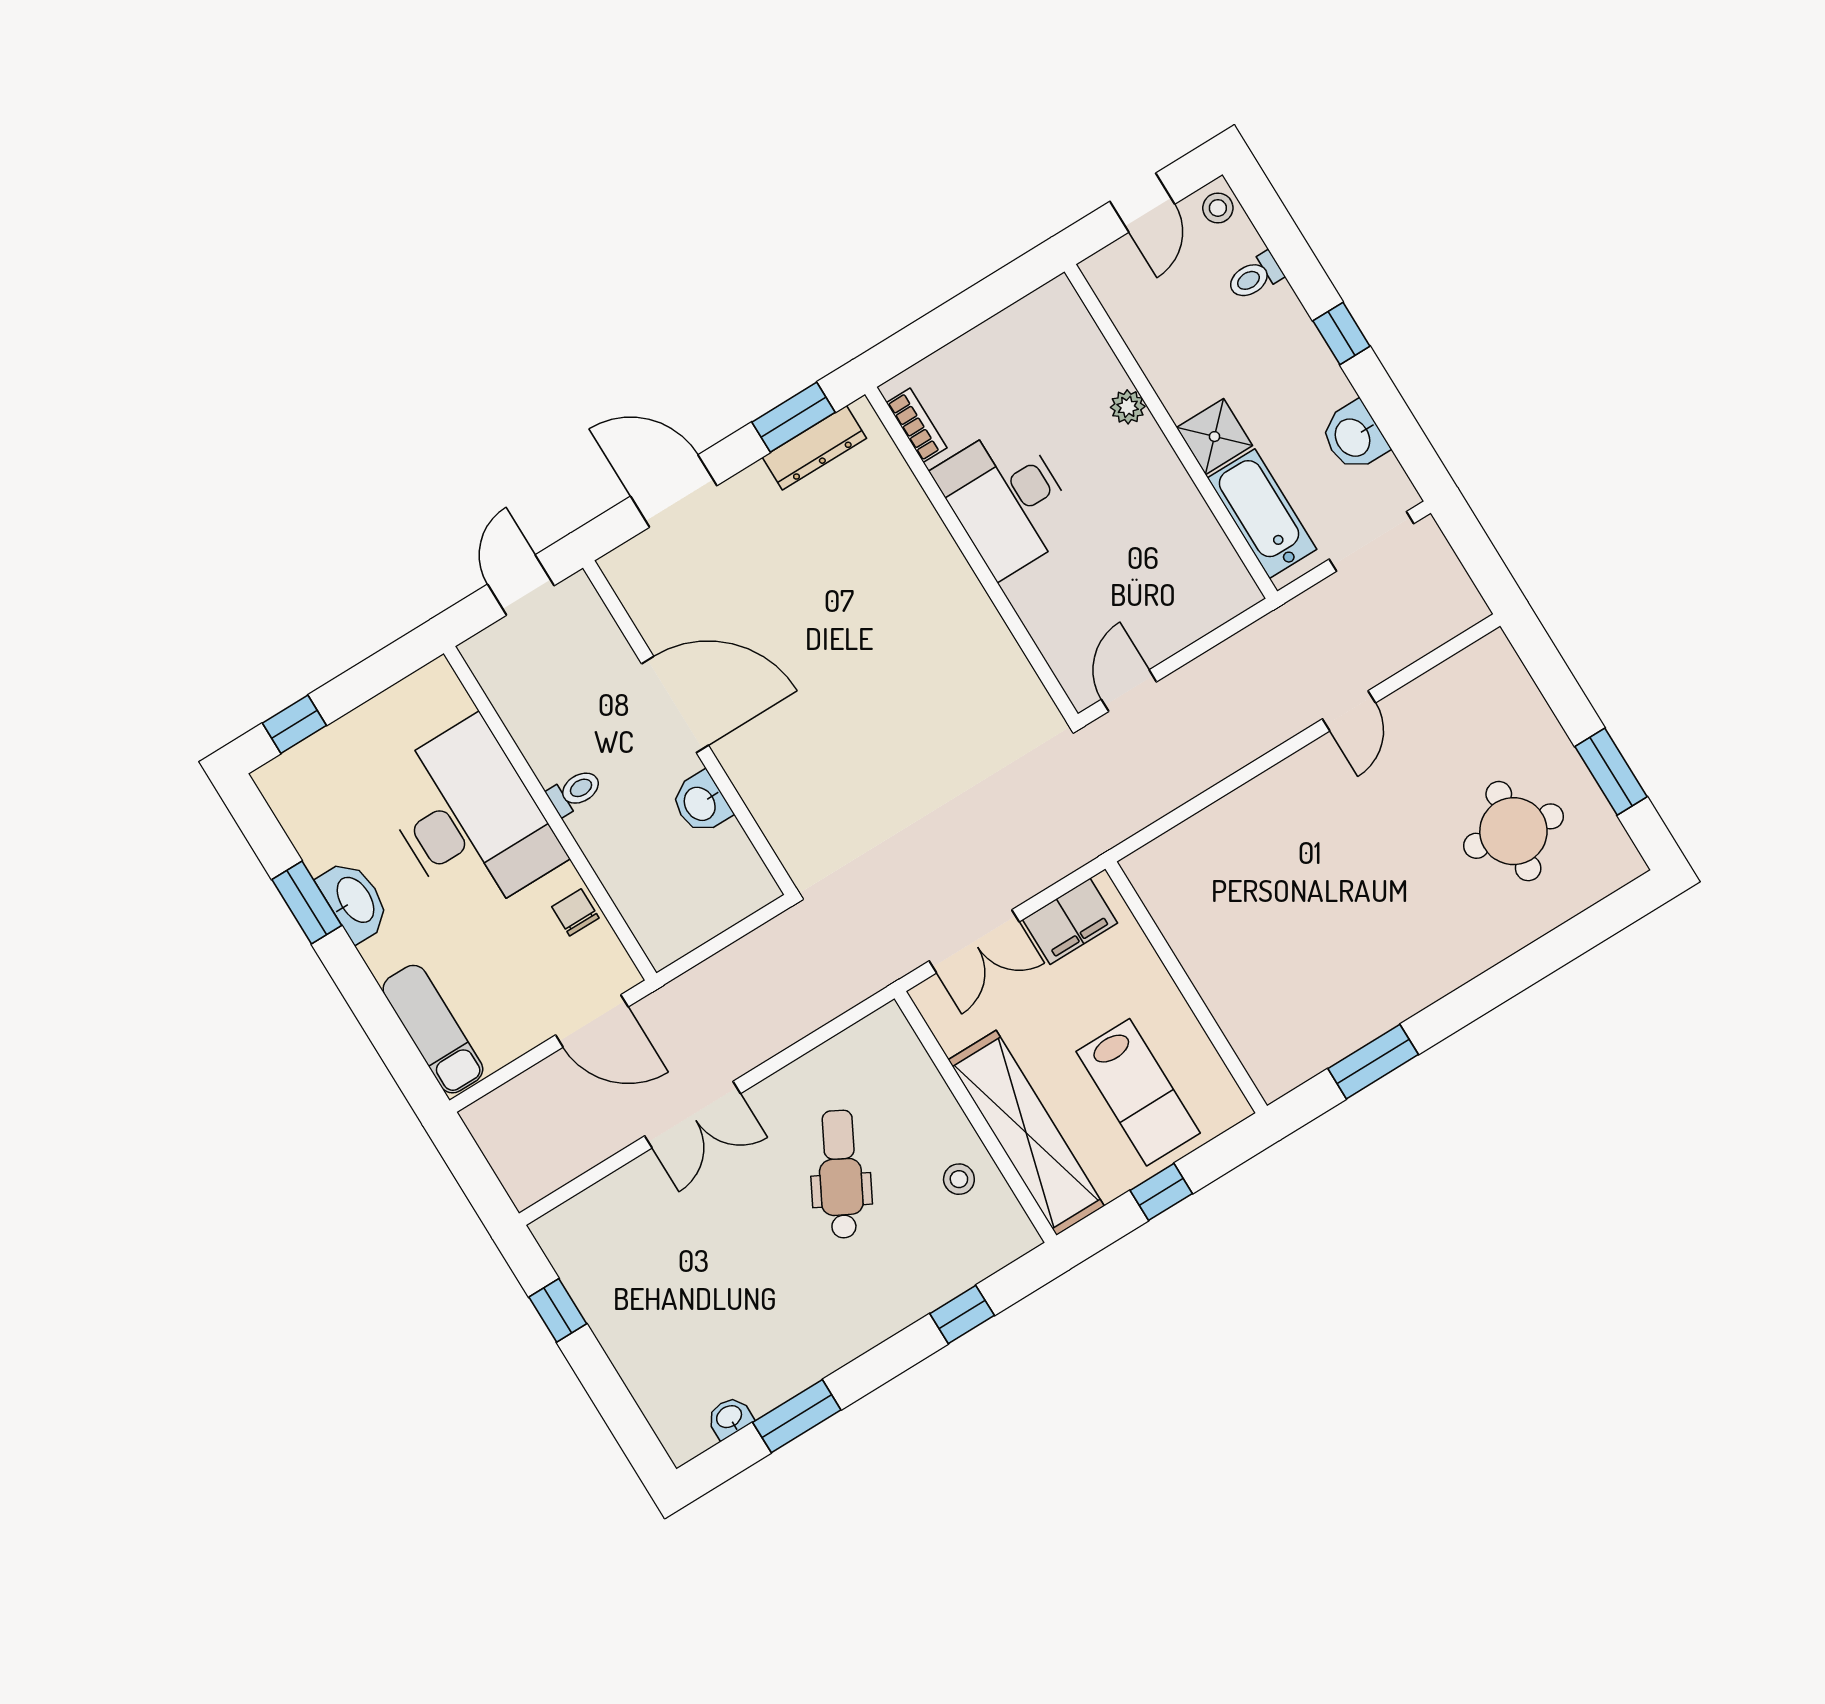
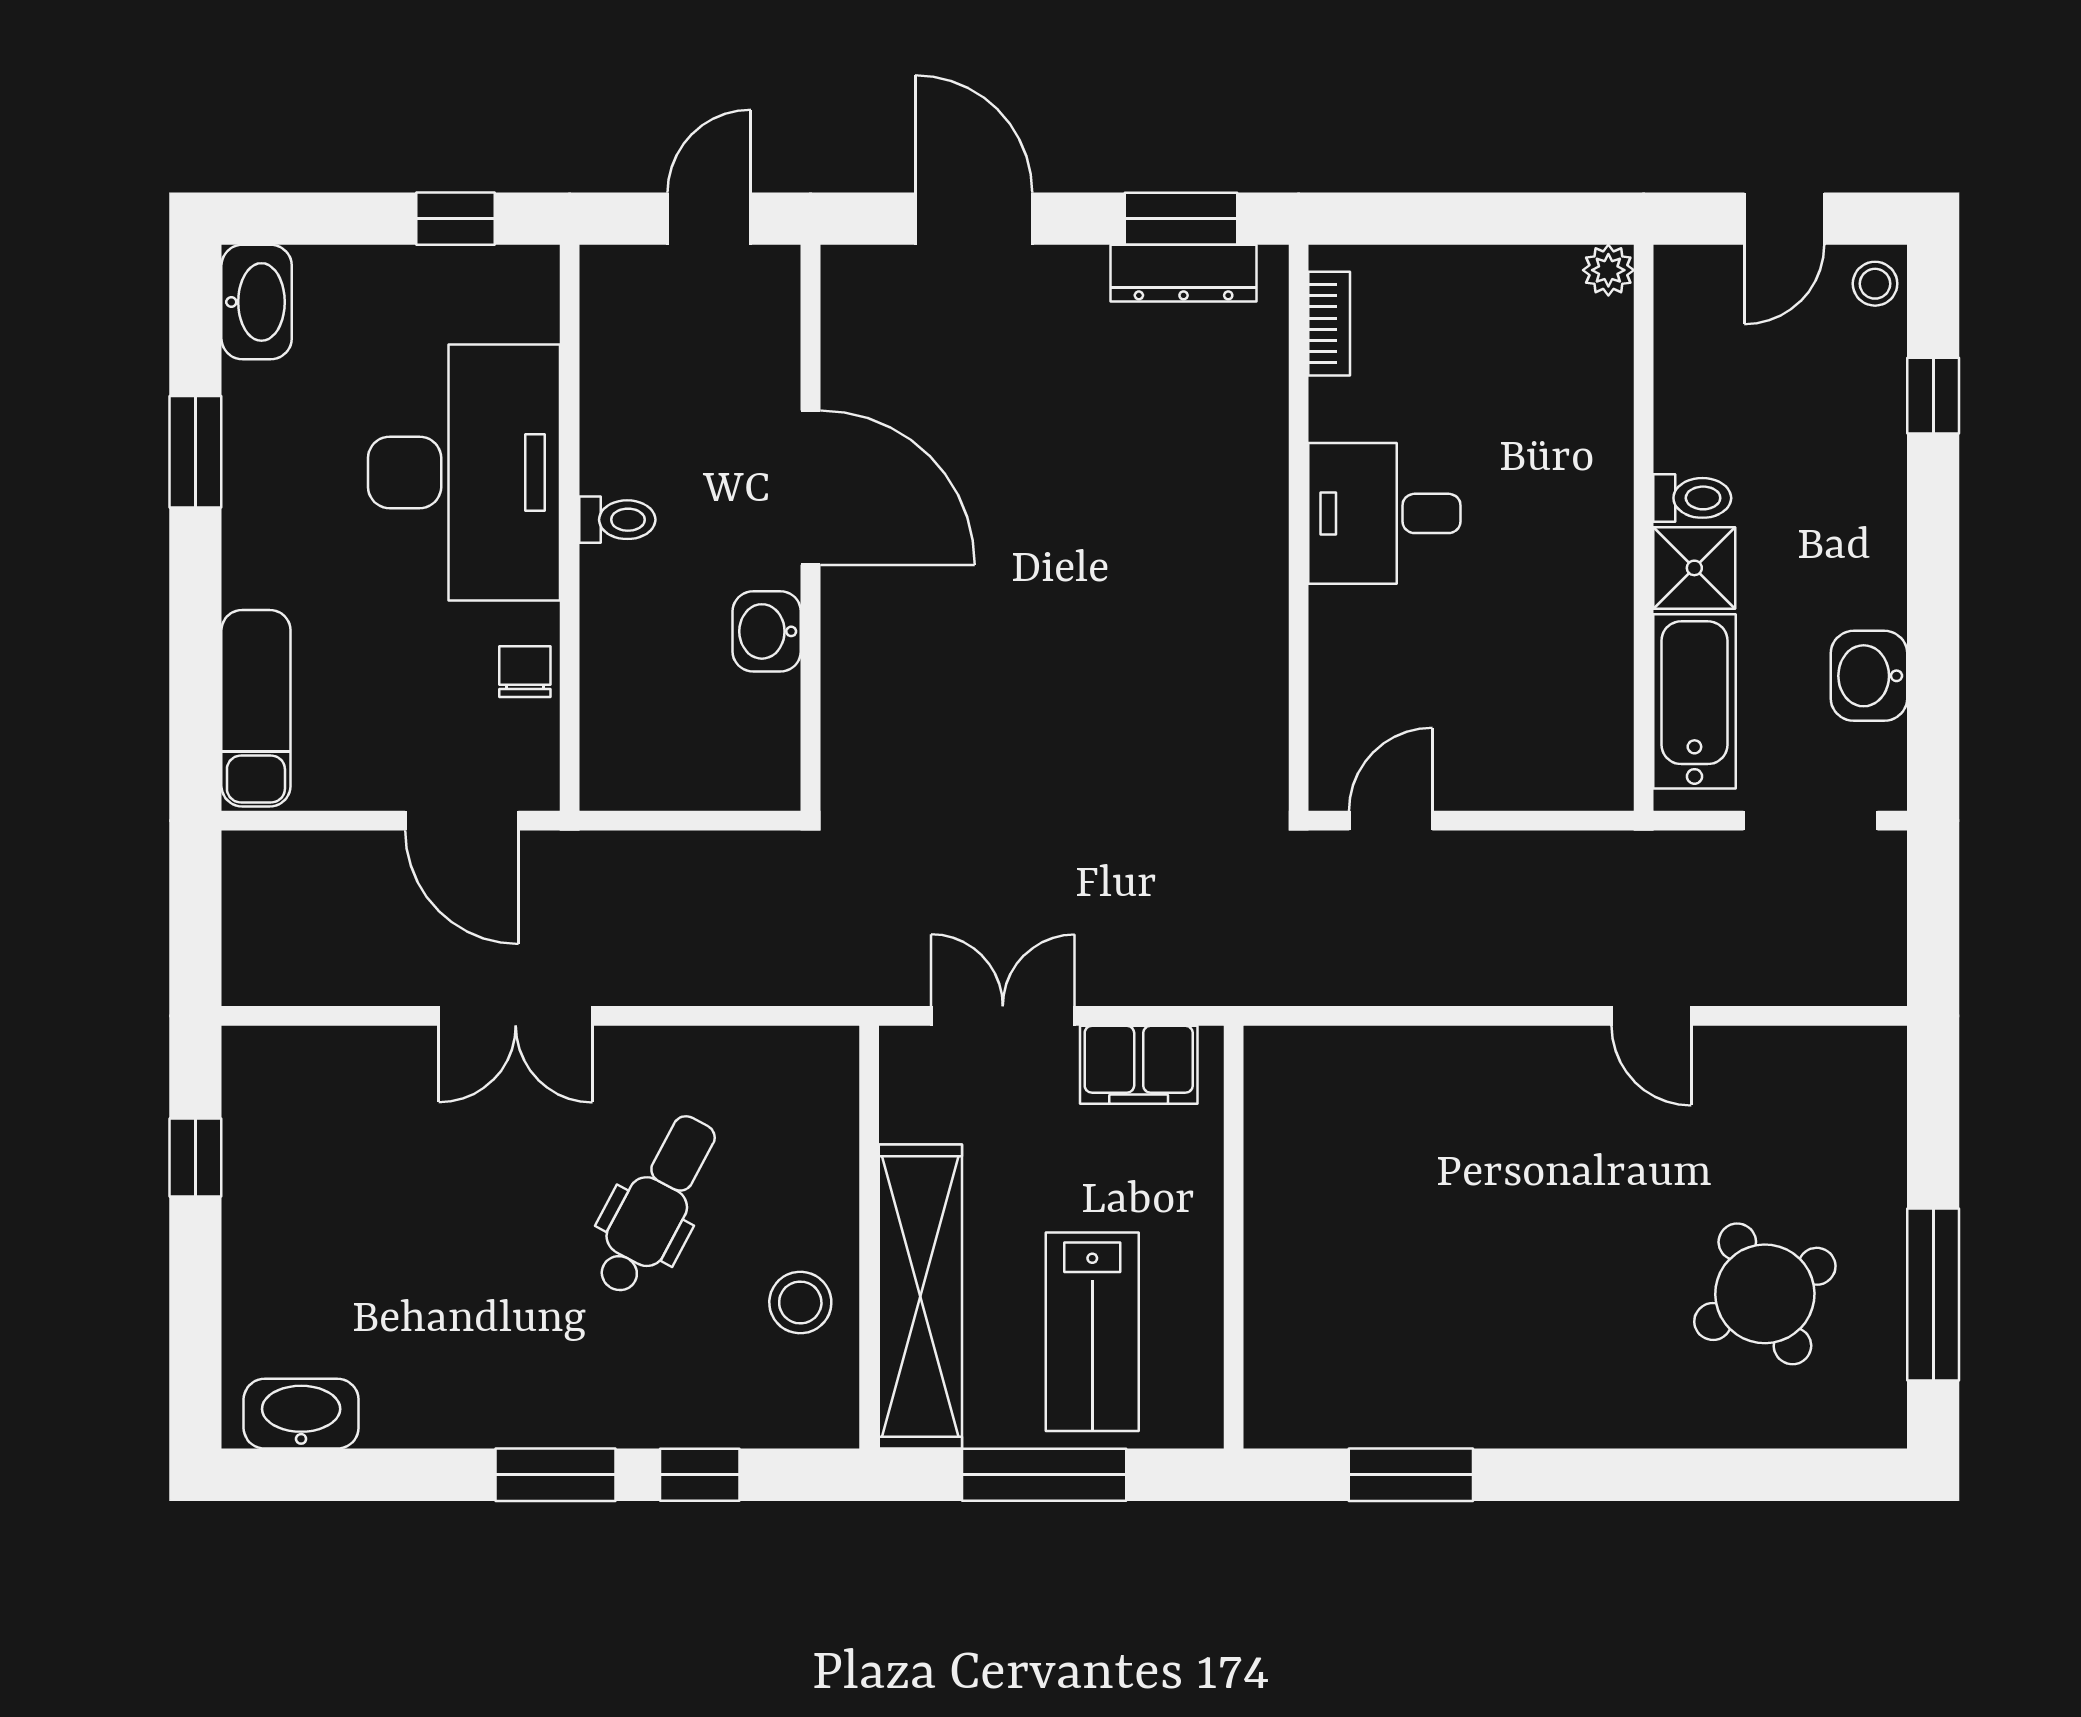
toilet: (1255, 277) -> (1692, 498), moved, turned 180
window: (1341, 333) -> (1933, 396), moved
plant: (1128, 407) -> (1608, 270), moved
desk: (1007, 500) -> (1384, 513), width x0.73
door: (1349, 711) -> (1651, 1016), hinge flipped
window: (294, 724) -> (456, 219), moved
window: (1611, 772) -> (1933, 1295), width x1.44
round table: (1513, 831) -> (1765, 1294), turned -38
washbasin: (354, 901) -> (257, 302), moved
double door: (974, 941) -> (1003, 1016), swing flipped
stool: (959, 1179) -> (800, 1302), width x1.37, depth x1.37
window: (1161, 1192) -> (1044, 1475), width x2.17
window: (797, 1416) -> (556, 1475), moved
washbasin: (730, 1417) -> (301, 1414), width x1.91, depth x1.45

